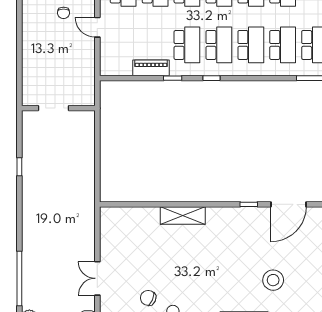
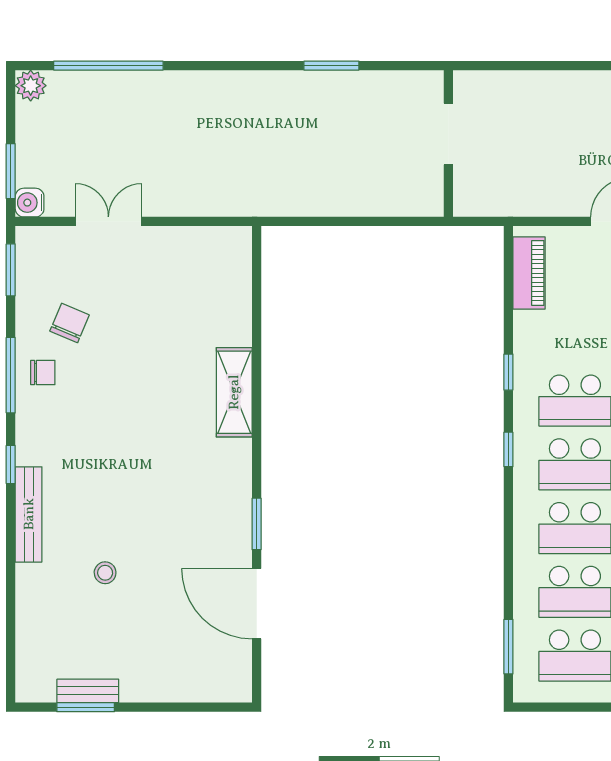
piano: (151, 68) -> (529, 273), moved
window: (19, 167) -> (331, 66), width x1.50
window: (249, 204) -> (257, 524), width x1.50
stool: (273, 280) -> (105, 573), width x0.53, depth x0.53

